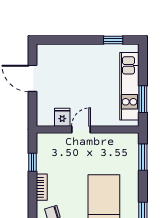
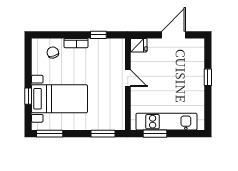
window: (113, 40) -> (208, 77), moved
fridge: (62, 117) -> (139, 45), moved

